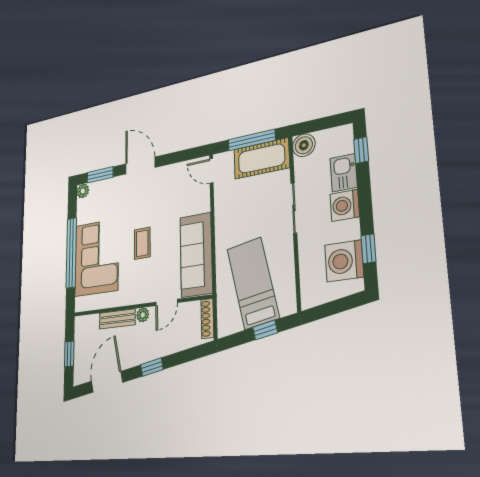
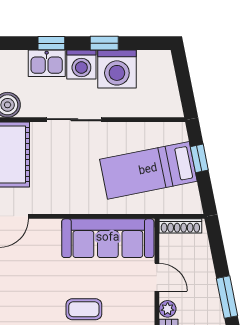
window: (361, 150) -> (51, 43), moved
window: (369, 249) -> (104, 43), moved
washing machine: (344, 261) -> (117, 69), moved
window: (152, 367) -> (227, 297), width x1.50

